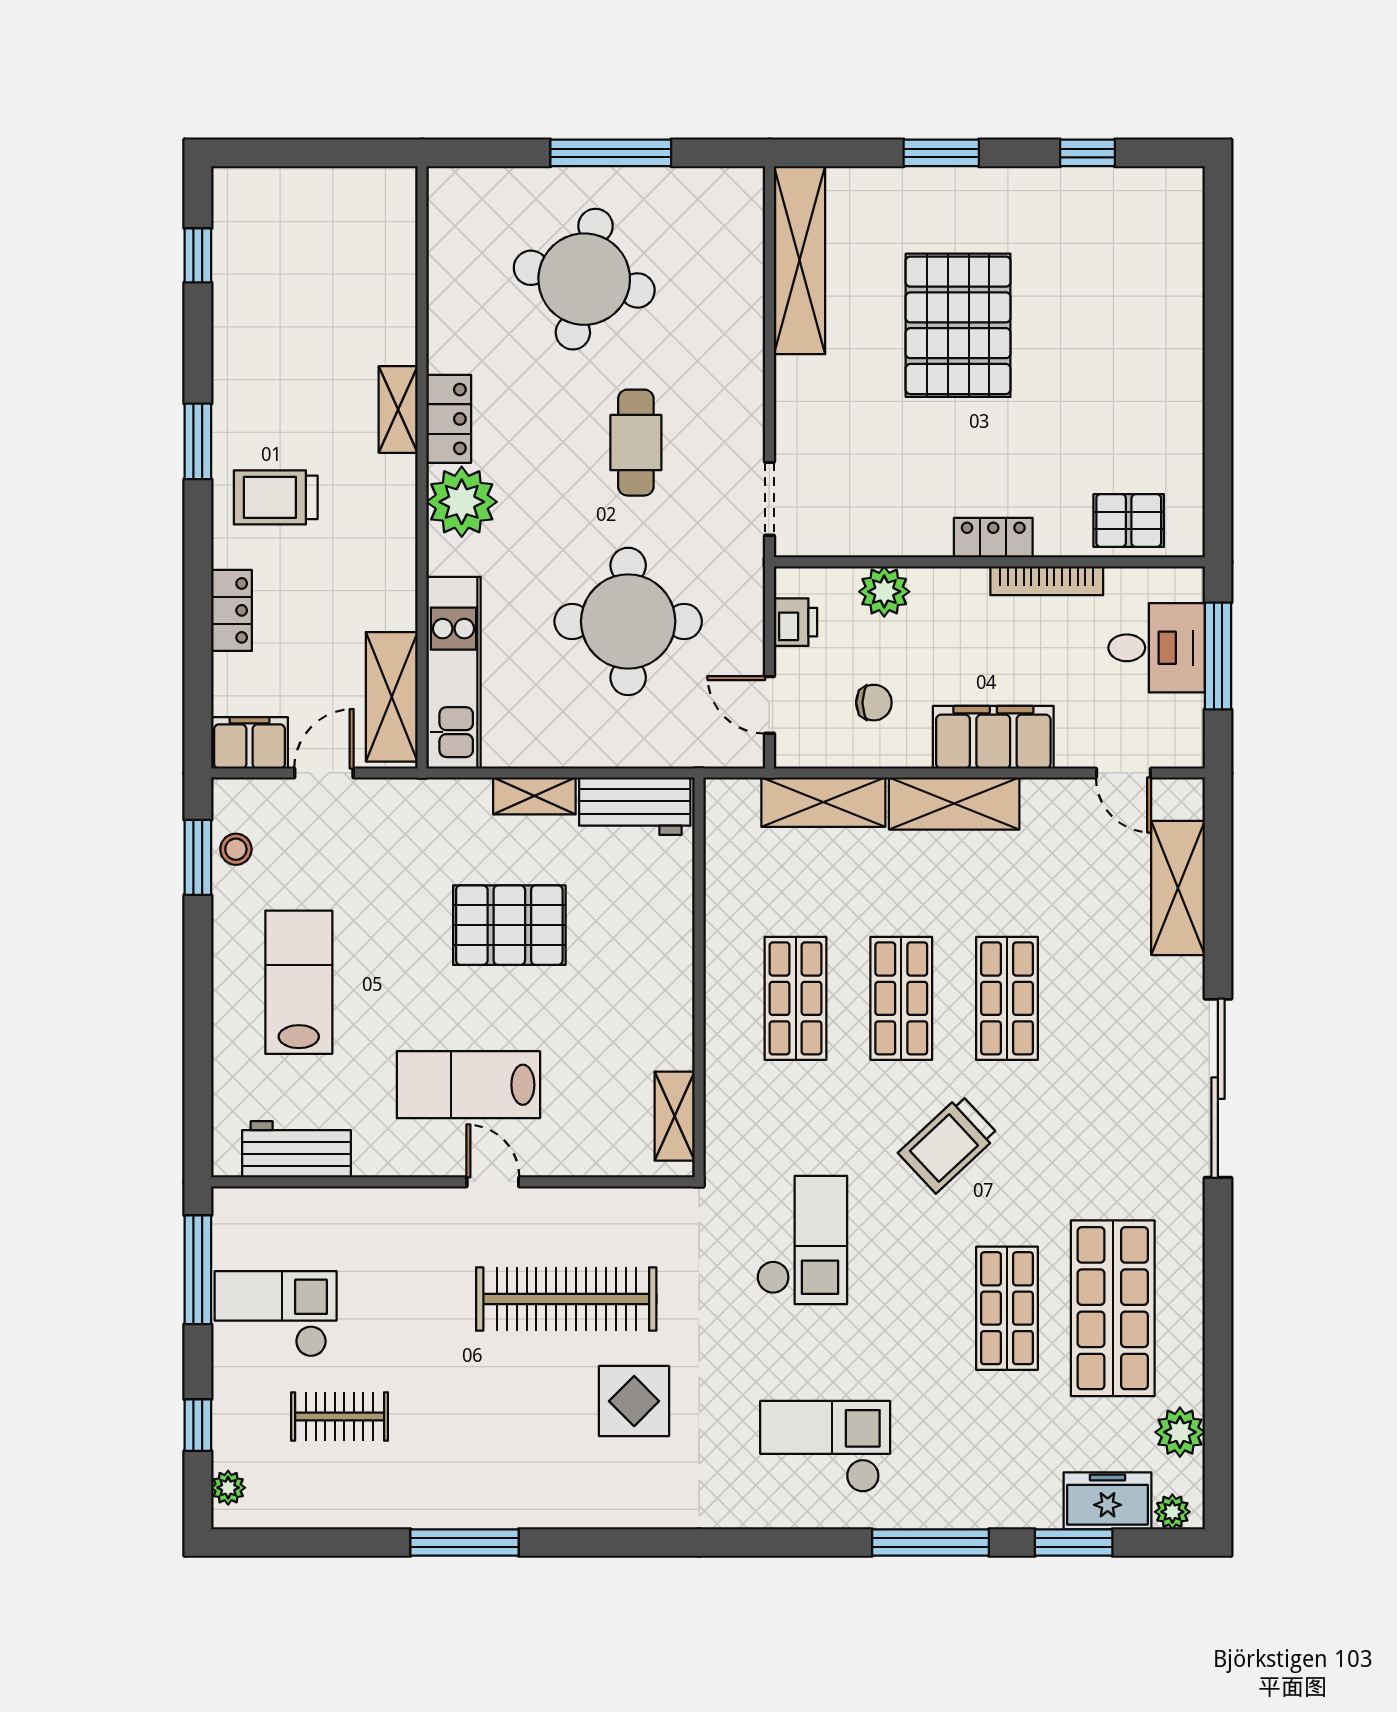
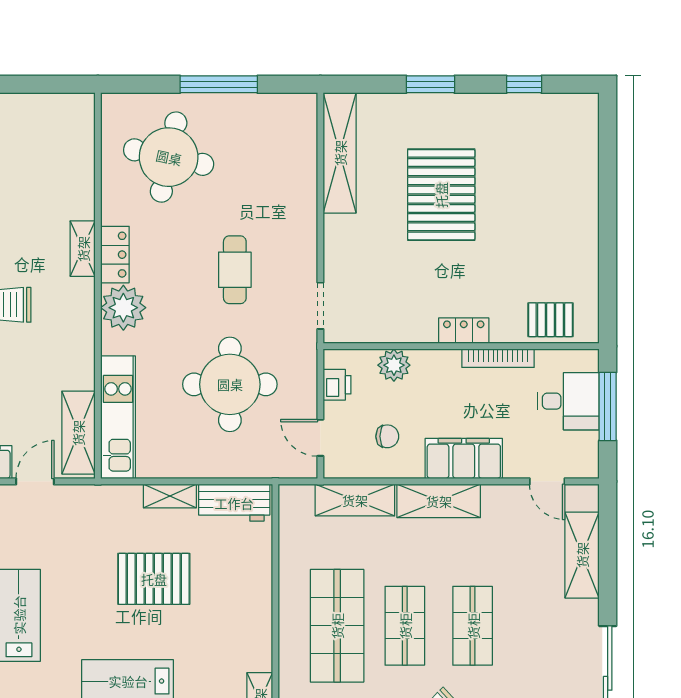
round table: (584, 279) -> (169, 157), moved
shop shelf: (796, 998) -> (337, 626), width x1.43, depth x1.36

